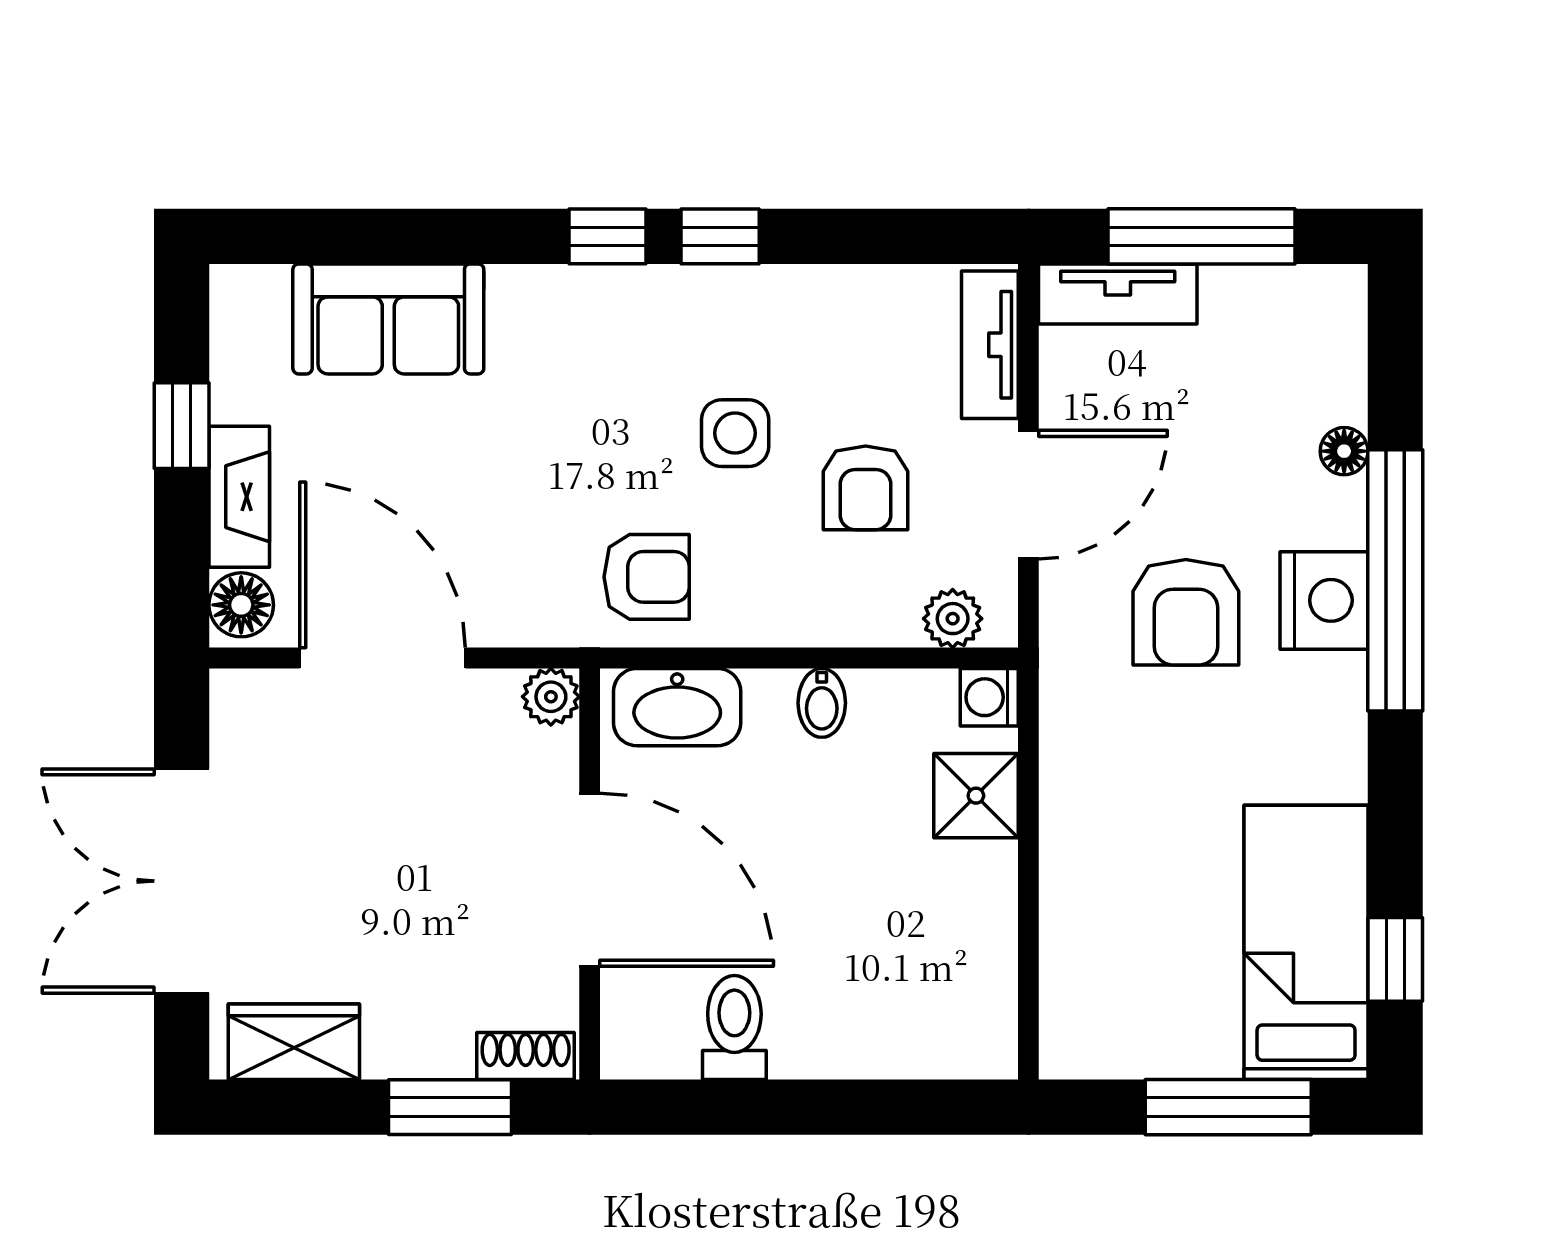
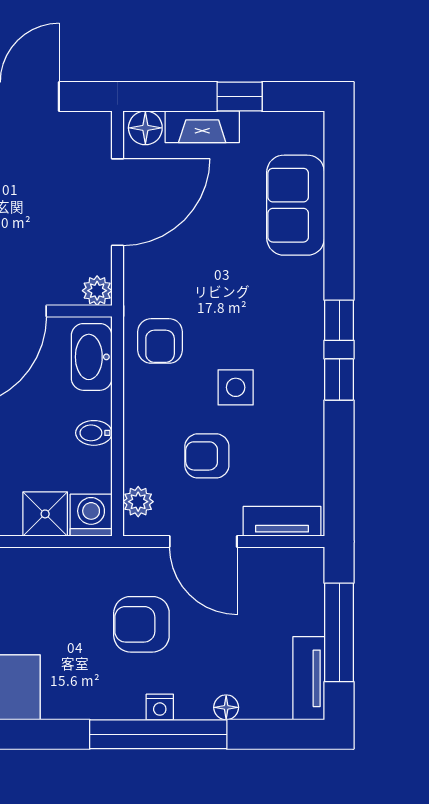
tv unit: (1118, 294) -> (309, 678), moved
nightstand: (1324, 600) -> (160, 707), width x0.53, depth x0.56
washing machine: (989, 697) -> (91, 515), width x1.38, depth x1.38

